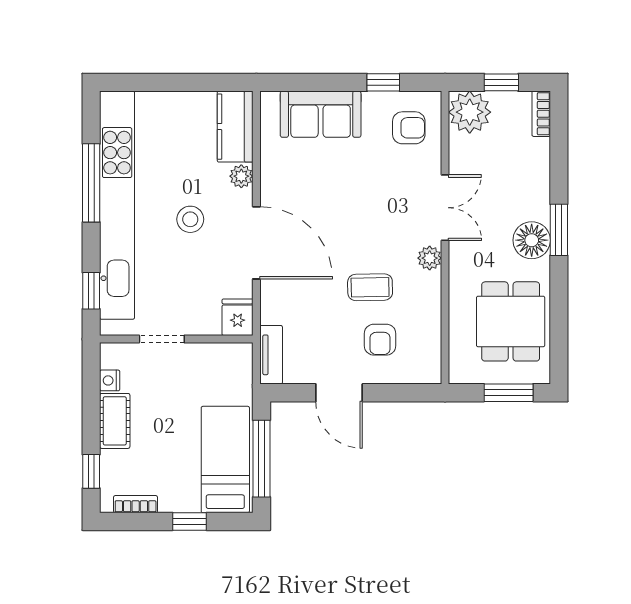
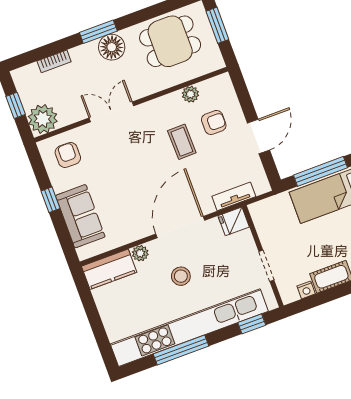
window: (383, 82) -> (50, 200), moved
bookcase: (541, 114) -> (54, 61), moved
plant: (430, 258) -> (190, 94), moved
tv unit: (271, 355) -> (234, 196), moved

